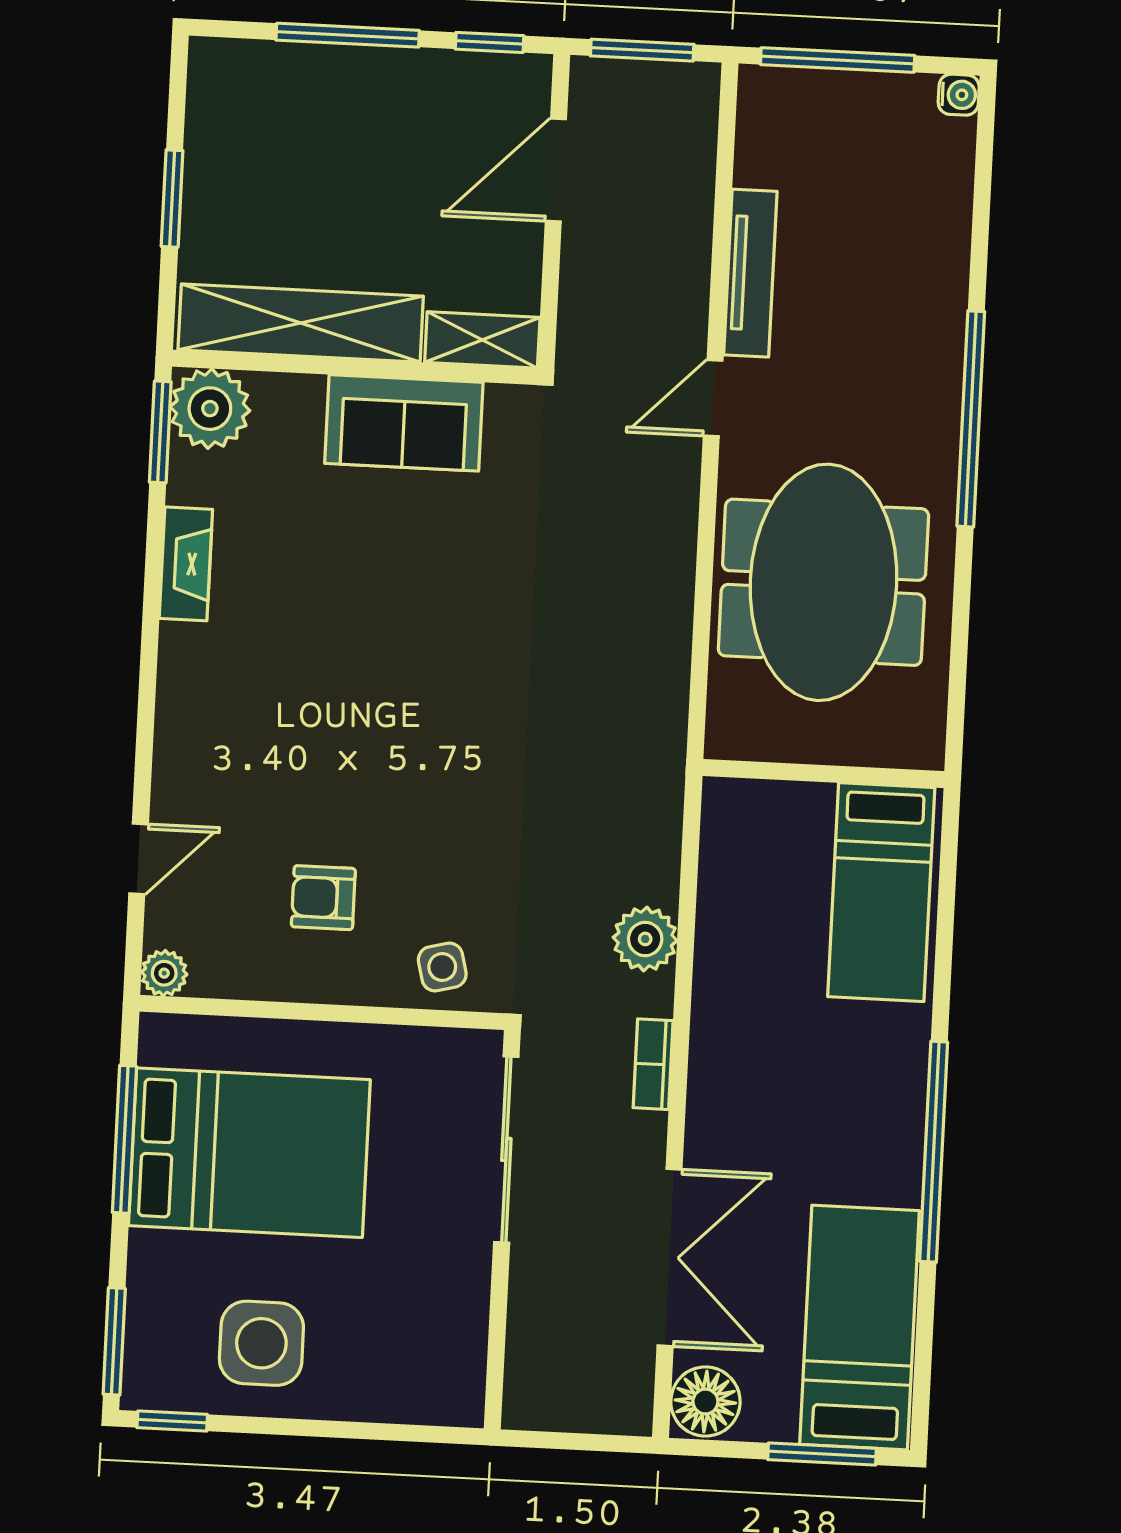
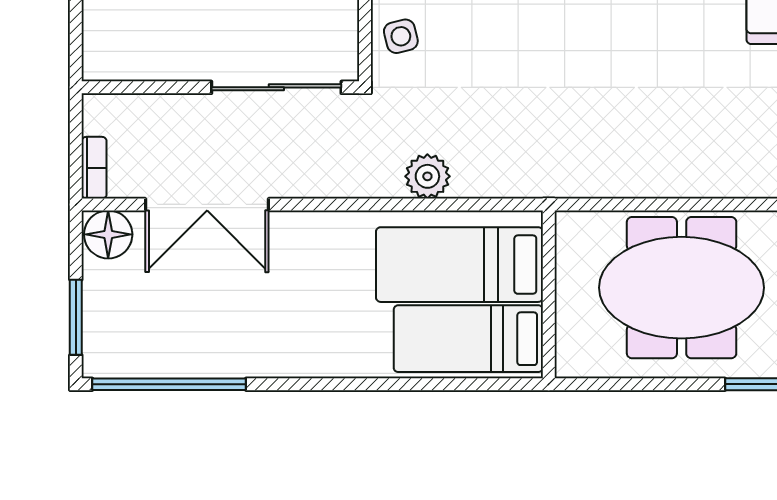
bookcase: (653, 1064) -> (94, 168), moved, turned 90
window: (934, 1152) -> (169, 384), moved
bed: (860, 1328) -> (459, 265), moved, turned 180

